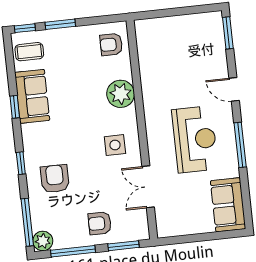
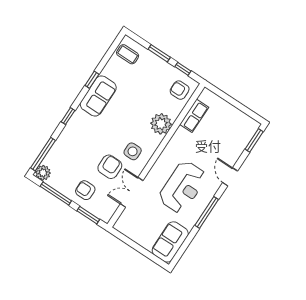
window: (25, 28) -> (183, 69), moved
row of seats: (147, 58) -> (194, 116), added
sofa: (32, 96) -> (98, 96), moved
armchair: (55, 179) -> (110, 167), moved

